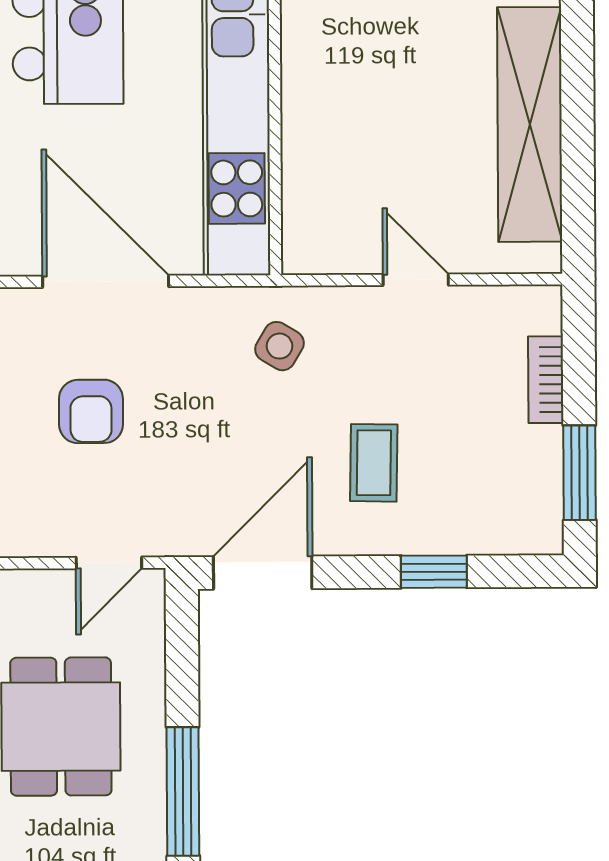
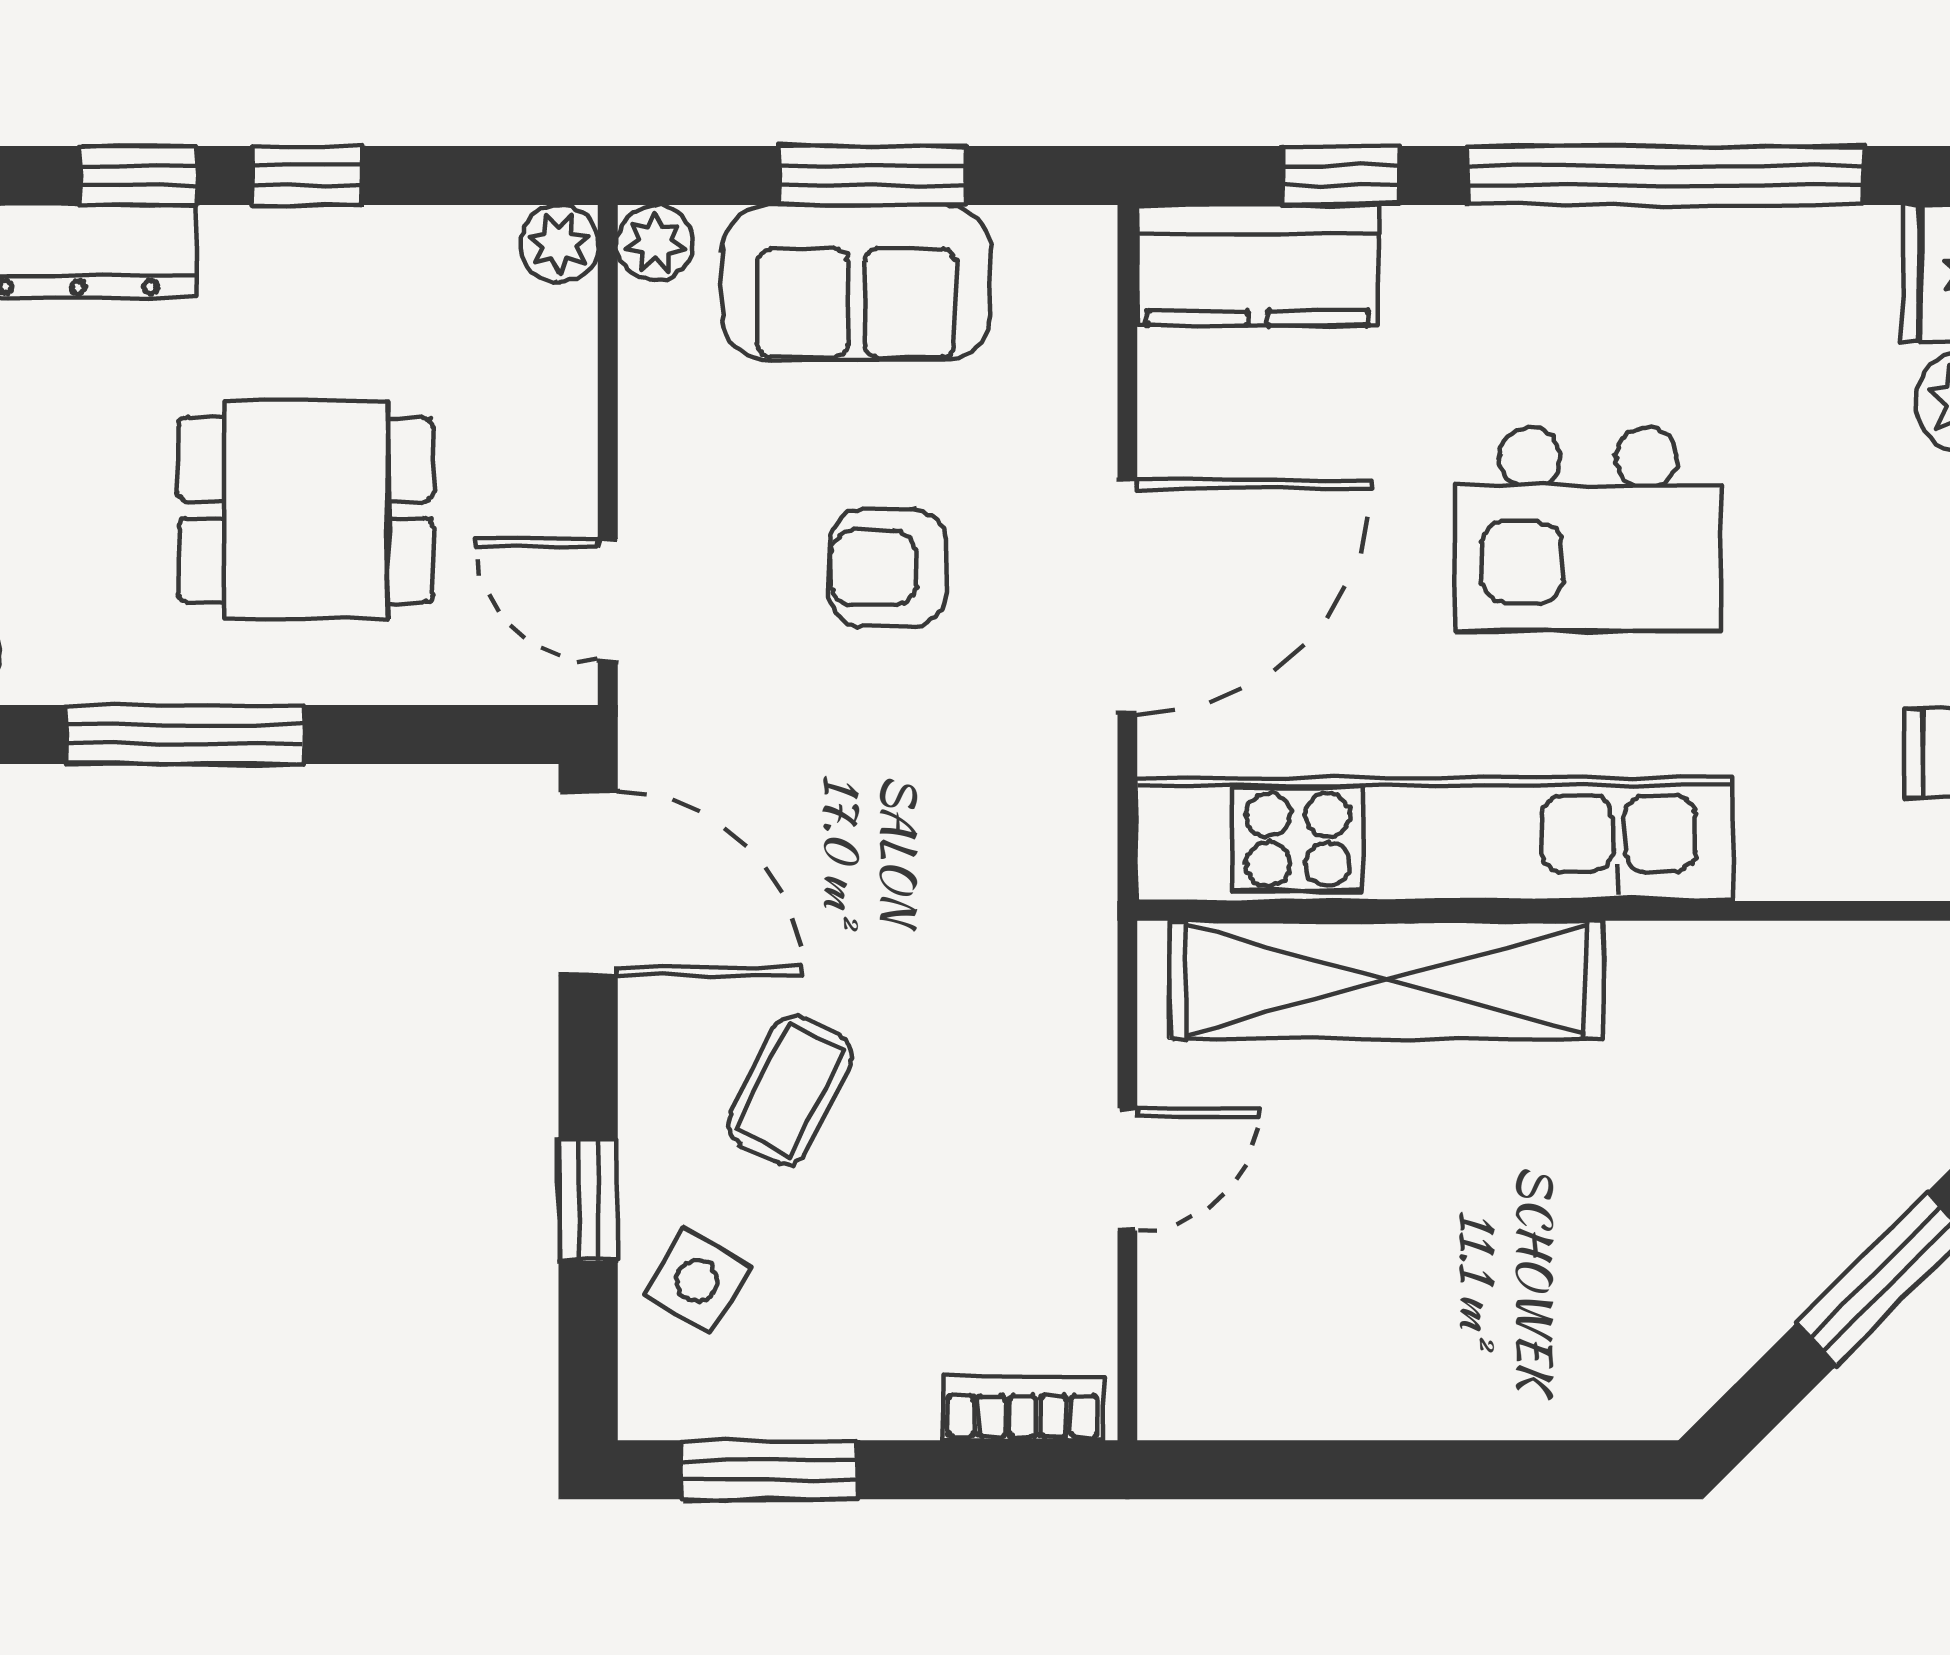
shelving: (530, 124) -> (1386, 980), moved
side table: (280, 346) -> (697, 1280), moved
bookcase: (546, 380) -> (1022, 1408), moved
coffee table: (374, 463) -> (790, 1090), turned -64

